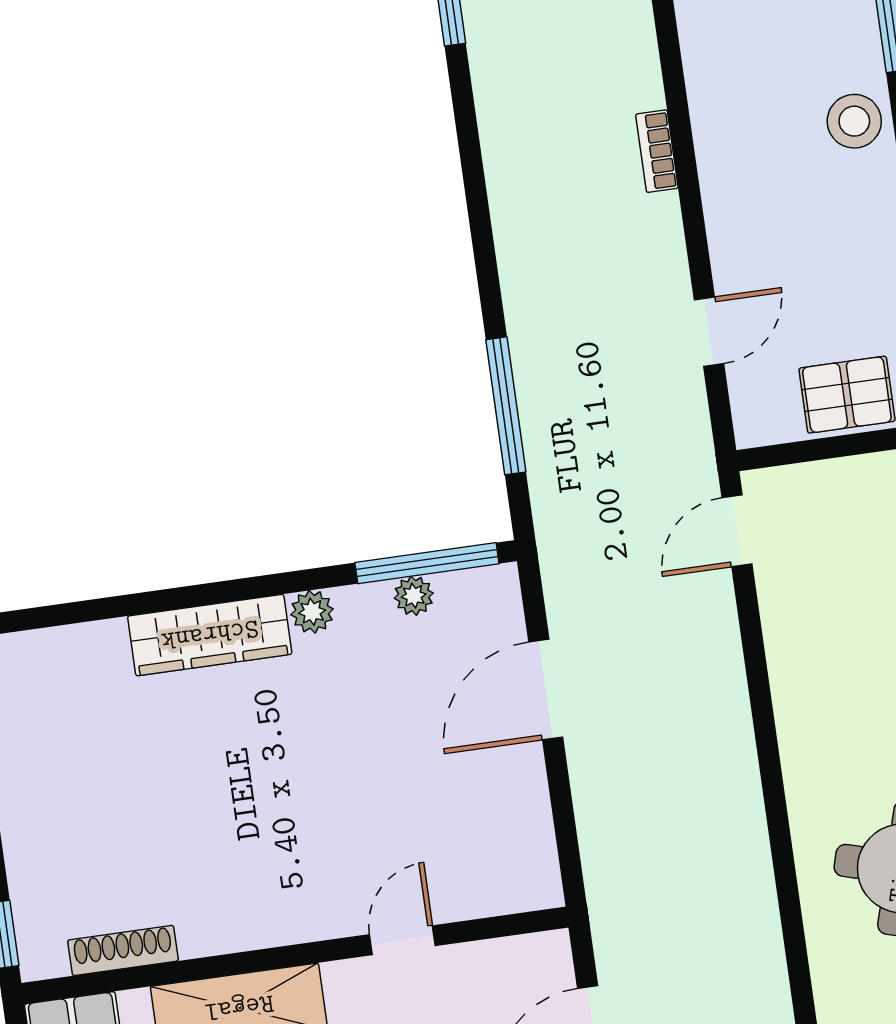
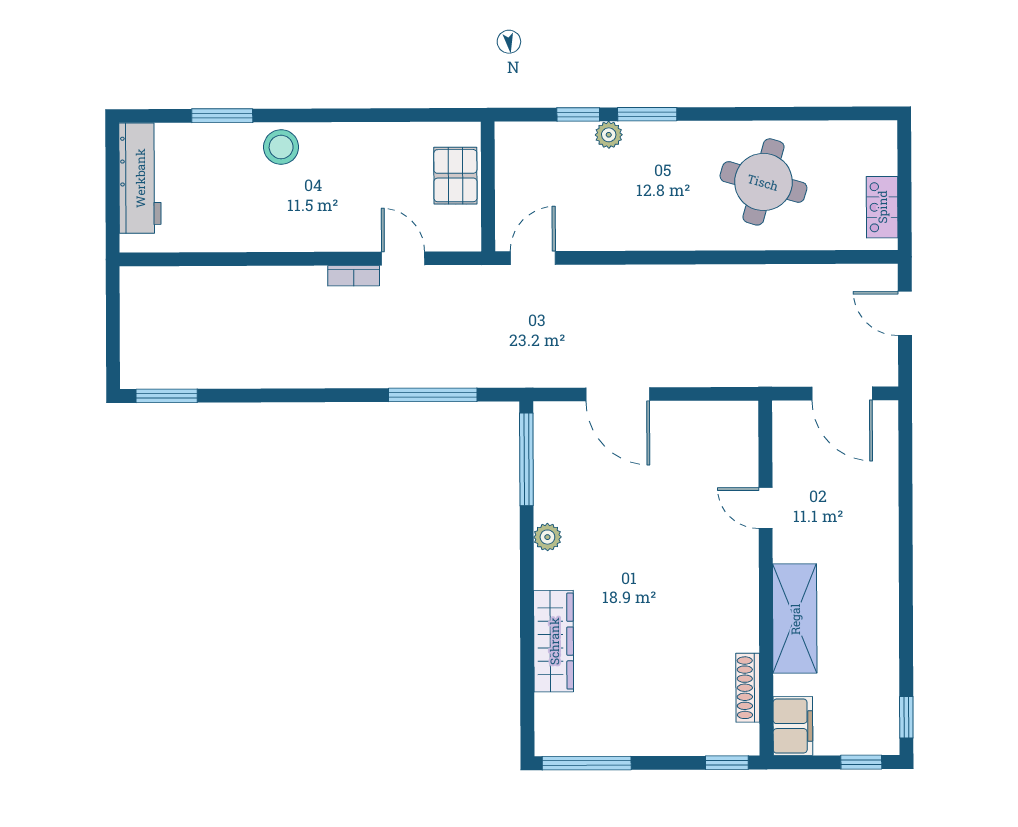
bookcase: (657, 151) -> (354, 276), moved
door: (737, 531) -> (533, 258), swing flipped
plant: (414, 596) -> (546, 471), removed
wardrobe: (210, 635) -> (554, 641), moved

